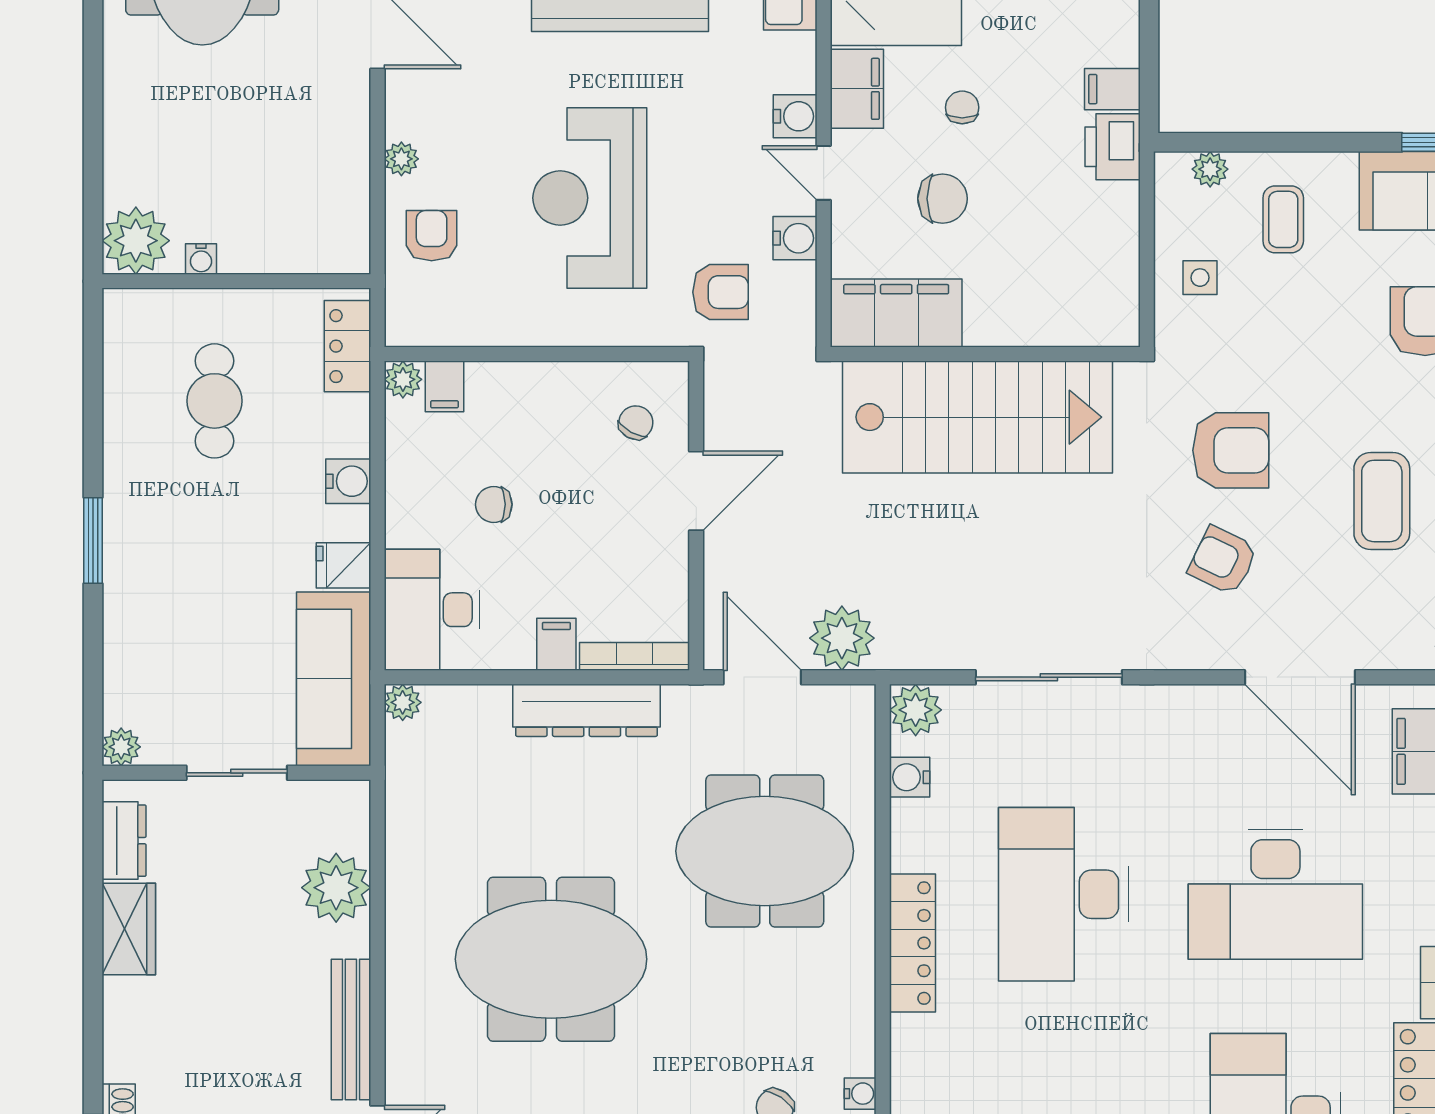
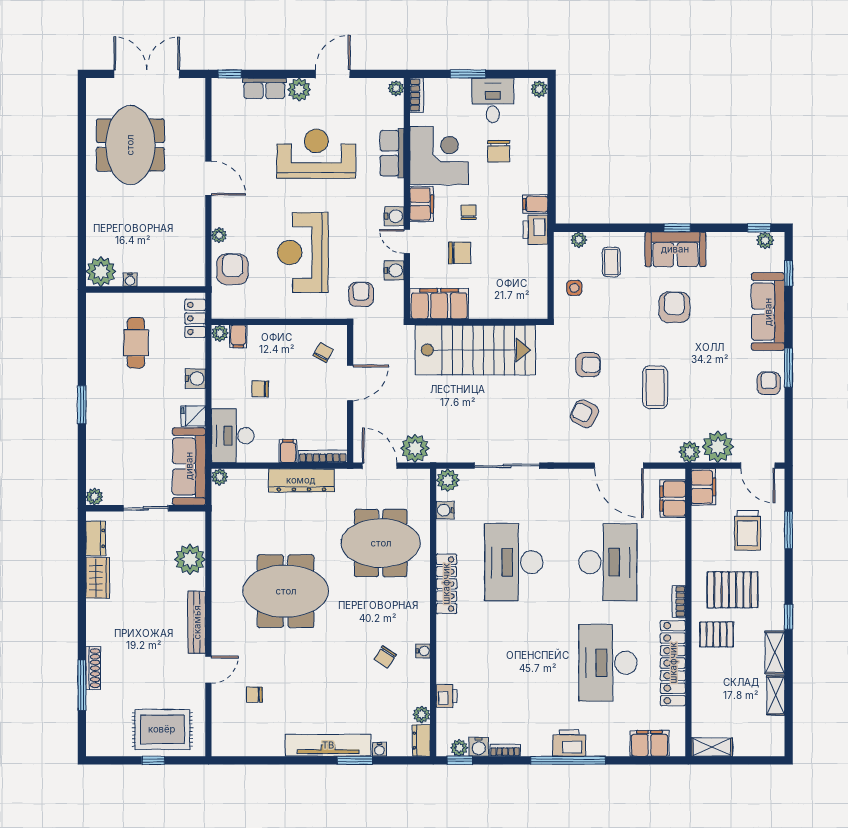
armchair: (432, 236) -> (232, 269), width x1.38, depth x1.38
armchair: (721, 292) -> (361, 294), turned -90
armchair: (1231, 450) -> (588, 365), width x0.72, depth x0.72
desk: (1275, 894) -> (608, 562), turned -90

